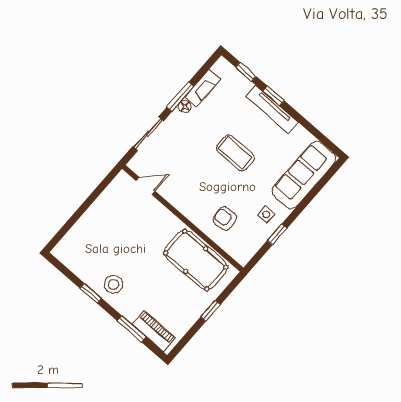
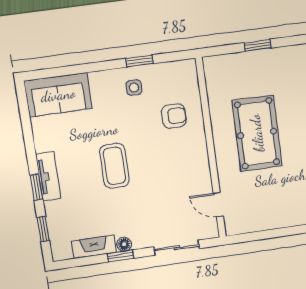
window: (180, 97) -> (121, 256), width x0.67
tv unit: (272, 109) -> (48, 176), width x0.71
sofa: (304, 175) -> (58, 95), width x0.73
armchair: (225, 218) -> (174, 116), turned -85
pool table: (196, 260) -> (257, 133), moved

